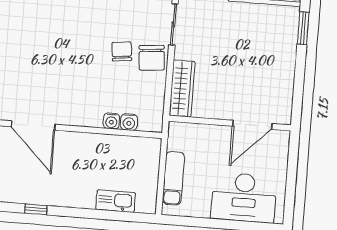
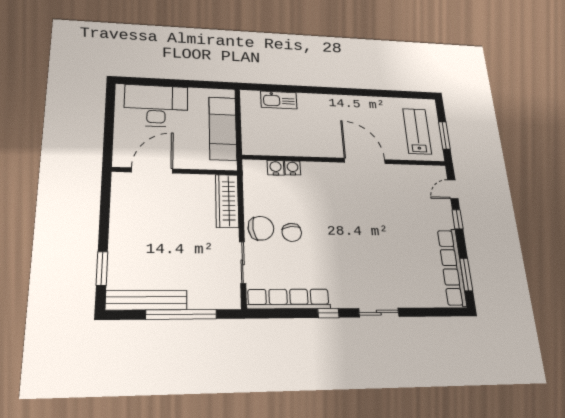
chair: (152, 58) -> (261, 228), turned 87
exam couch: (173, 178) -> (223, 128), width x1.36, depth x1.45
window: (36, 209) -> (349, 92), removed

